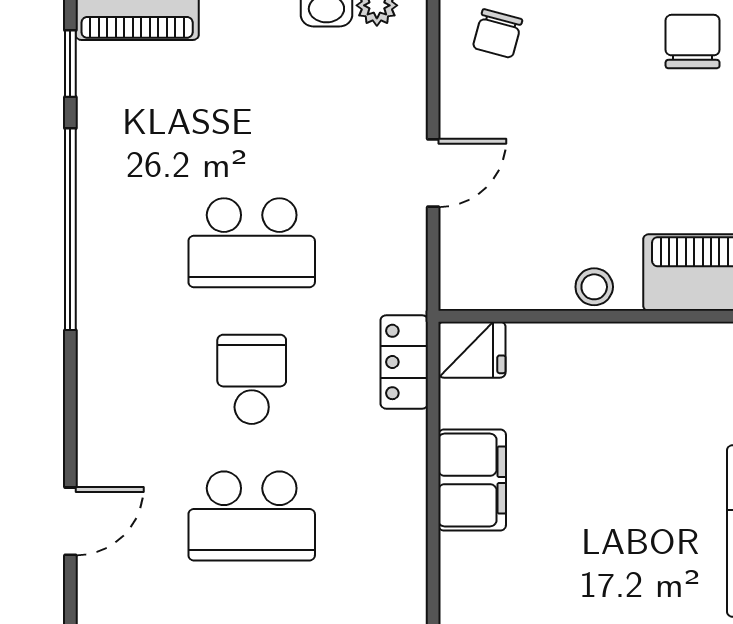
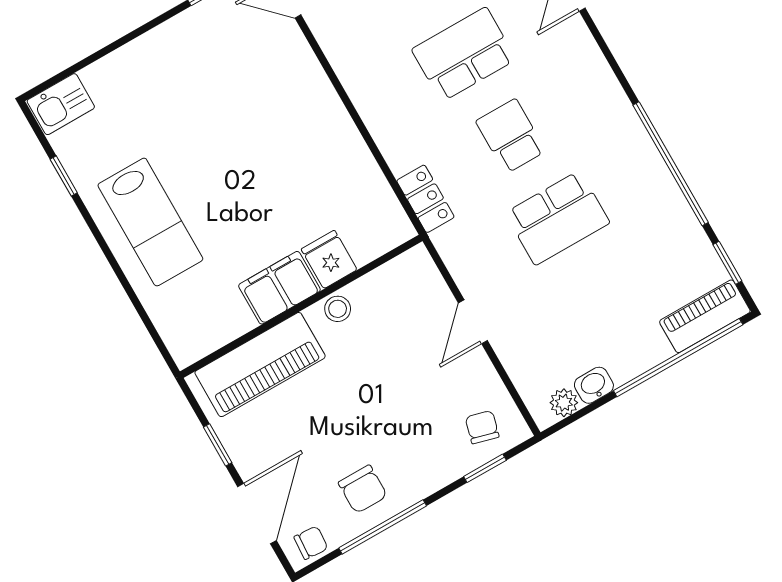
school desk: (252, 243) -> (557, 218), turned 180
fridge: (472, 350) -> (329, 259), moved, turned 90
school desk: (252, 379) -> (511, 136), turned 180
filing cabinet: (472, 480) -> (279, 288), moved, turned 90

